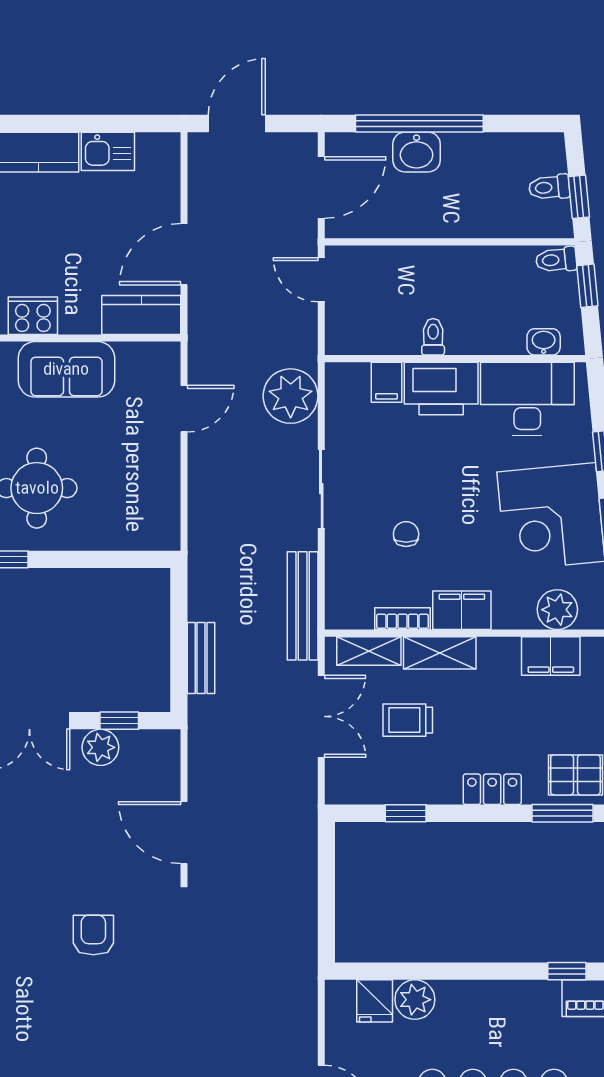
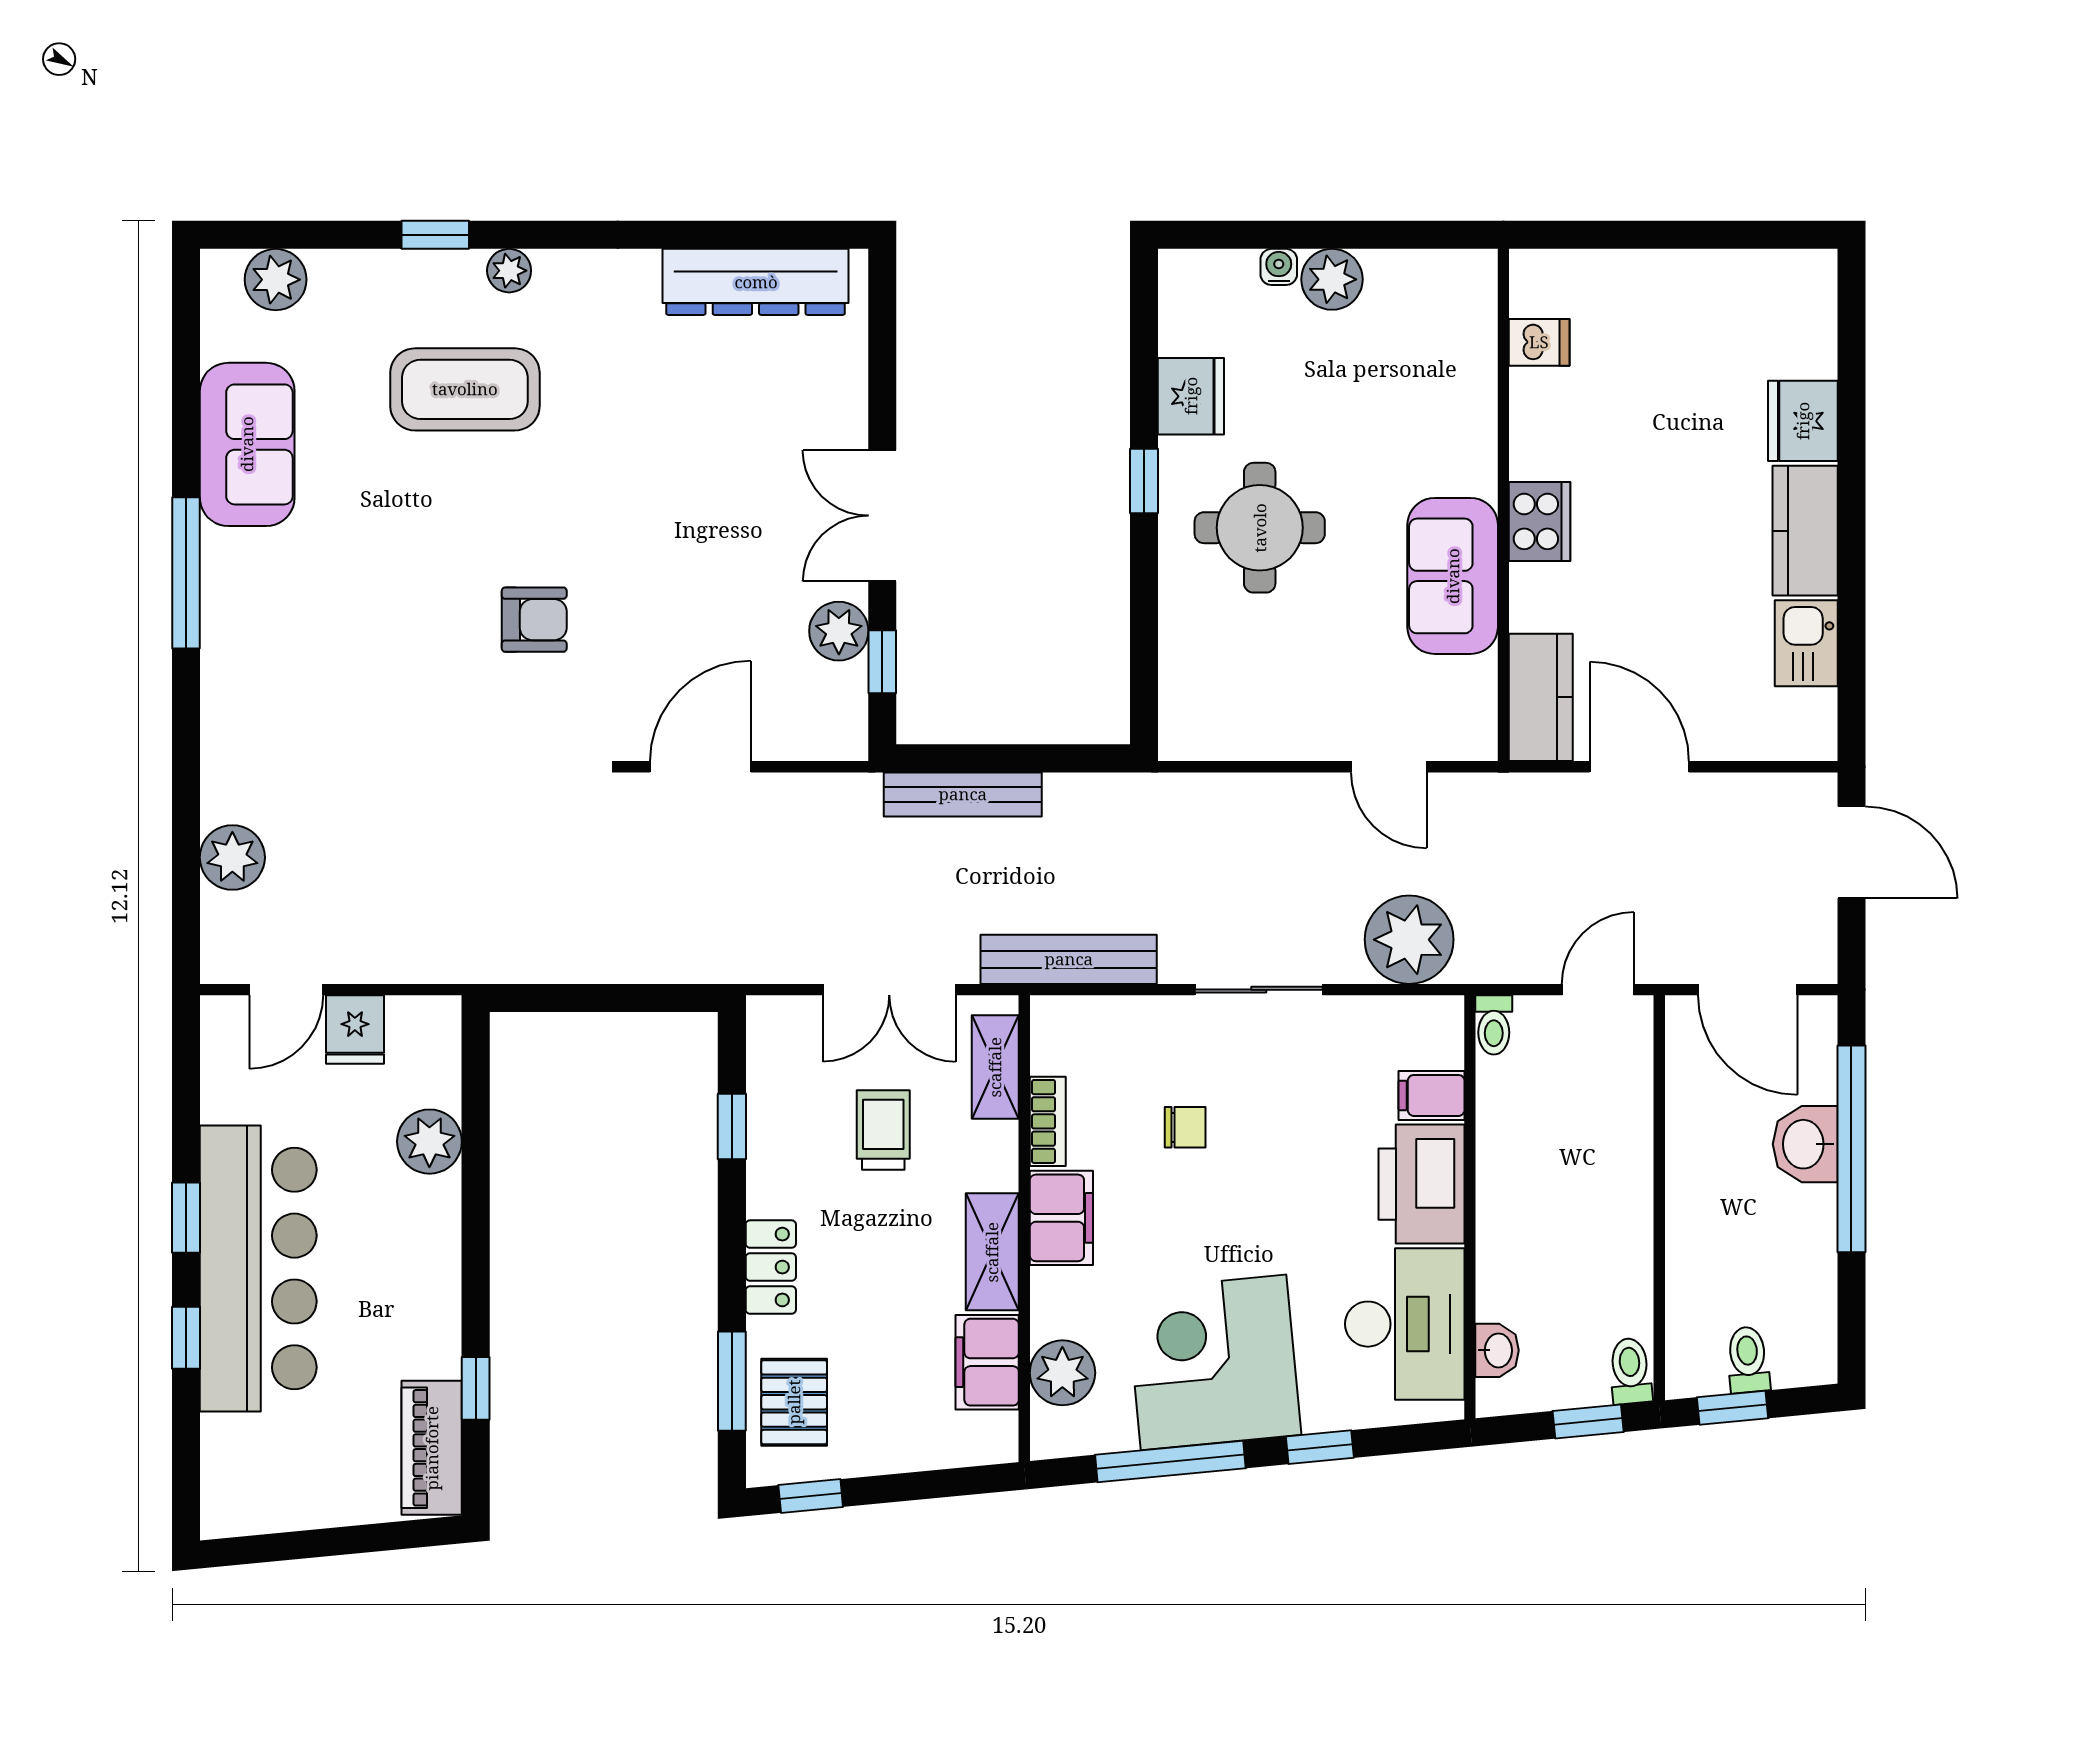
toilet: (433, 337) -> (1494, 1025), moved, turned 90
shelving: (440, 653) -> (992, 1252), moved
bench: (201, 658) -> (963, 794), width x1.36
fridge: (375, 1001) -> (355, 1030), moved, turned -90

